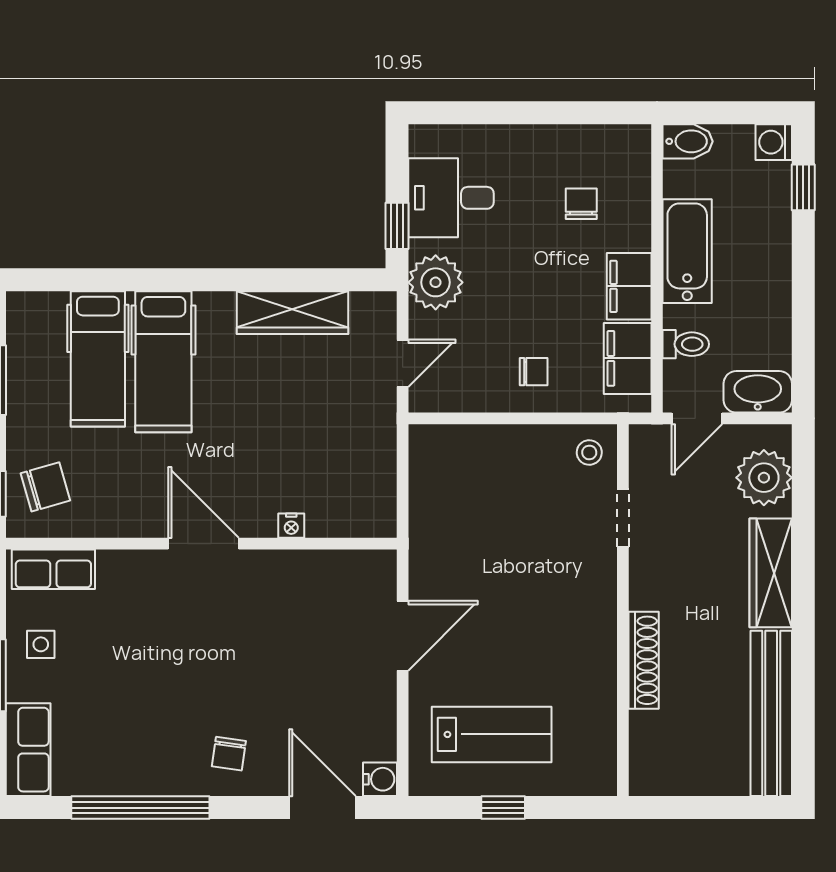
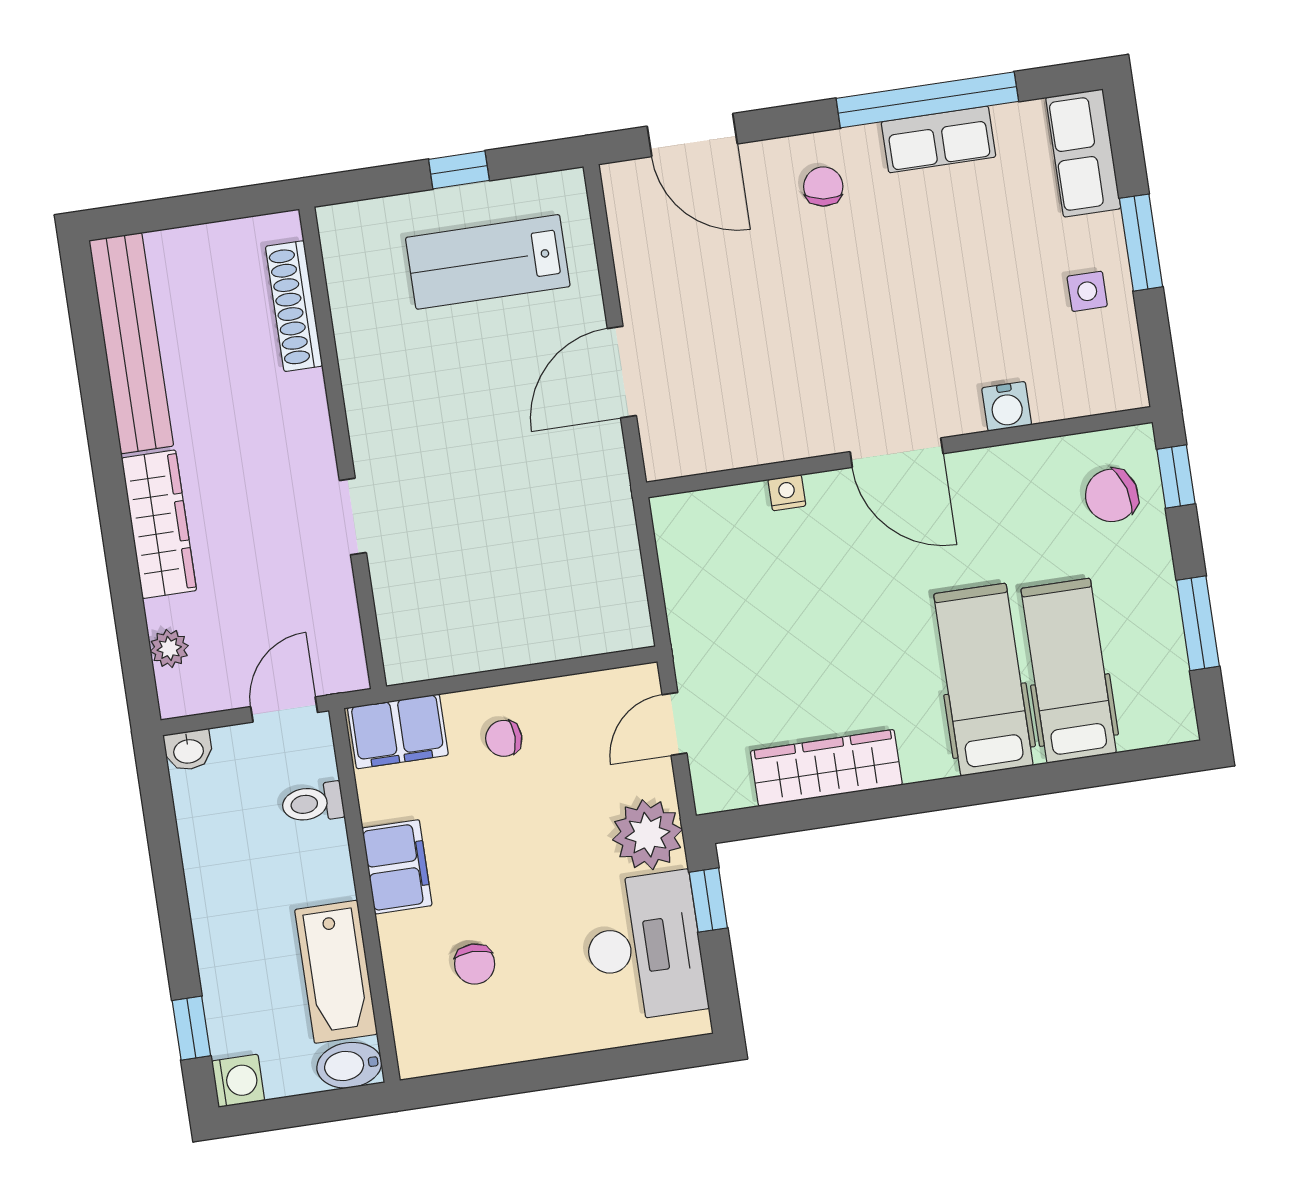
desk: (451, 198) -> (644, 947), width x1.37
bathtub: (687, 251) -> (336, 972), moved
filing cabinet: (628, 358) -> (398, 731), moved, turned 90
washbasin: (758, 392) -> (188, 750), width x0.52, depth x0.69
stool: (589, 452) -> (416, 645), removed
plant: (764, 478) -> (169, 648), width x0.53, depth x0.53
doorway: (623, 518) -> (353, 517), moved
row of seats: (53, 569) -> (938, 139), moved, turned 180
shoe rack: (644, 660) -> (294, 306), moved
water cooler: (380, 779) -> (1007, 406), moved, turned -90

